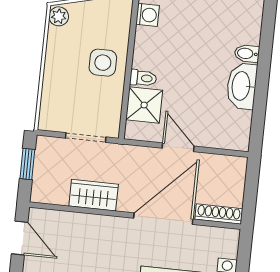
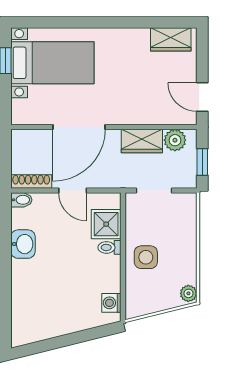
bidet: (247, 54) -> (21, 200), moved
washbasin: (242, 86) -> (23, 244), width x0.72
plant: (56, 192) -> (175, 140), added
shoe rack: (219, 214) -> (31, 181), moved, turned 180

